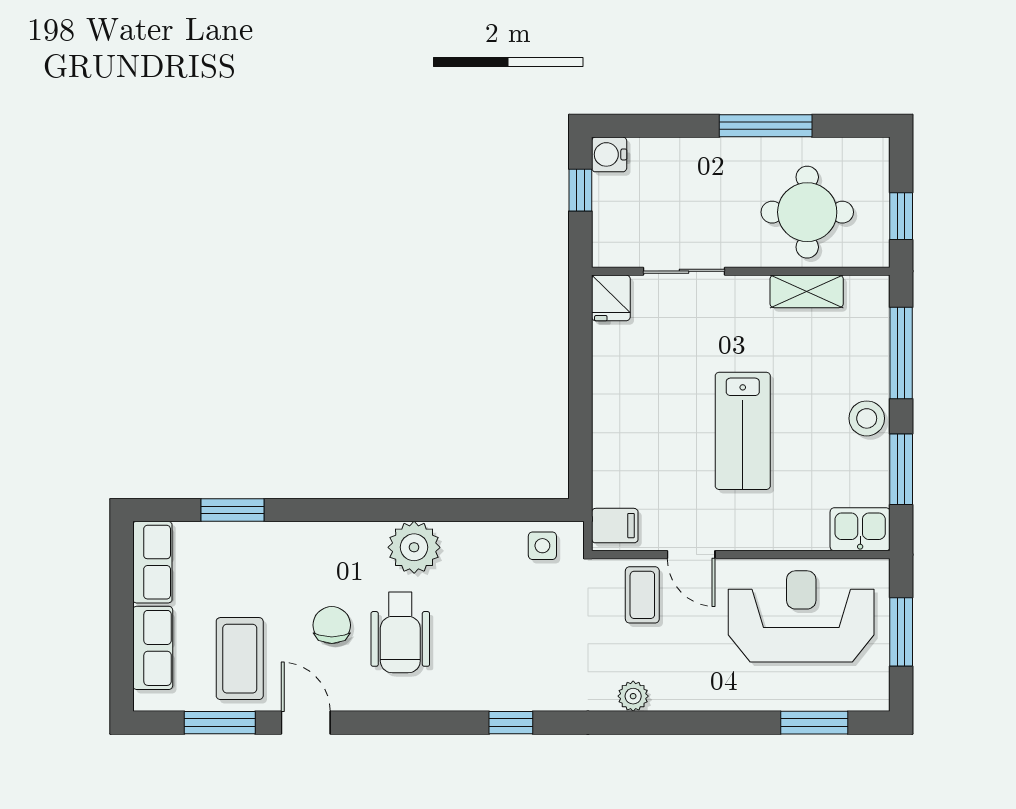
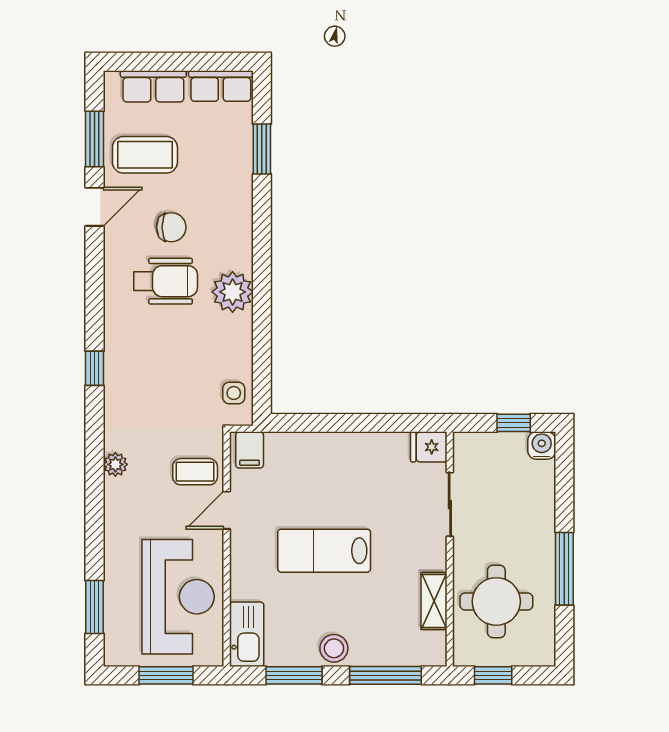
kitchen sink: (860, 529) -> (247, 634), width x1.38
wheelchair: (400, 632) -> (165, 281), turned 180

